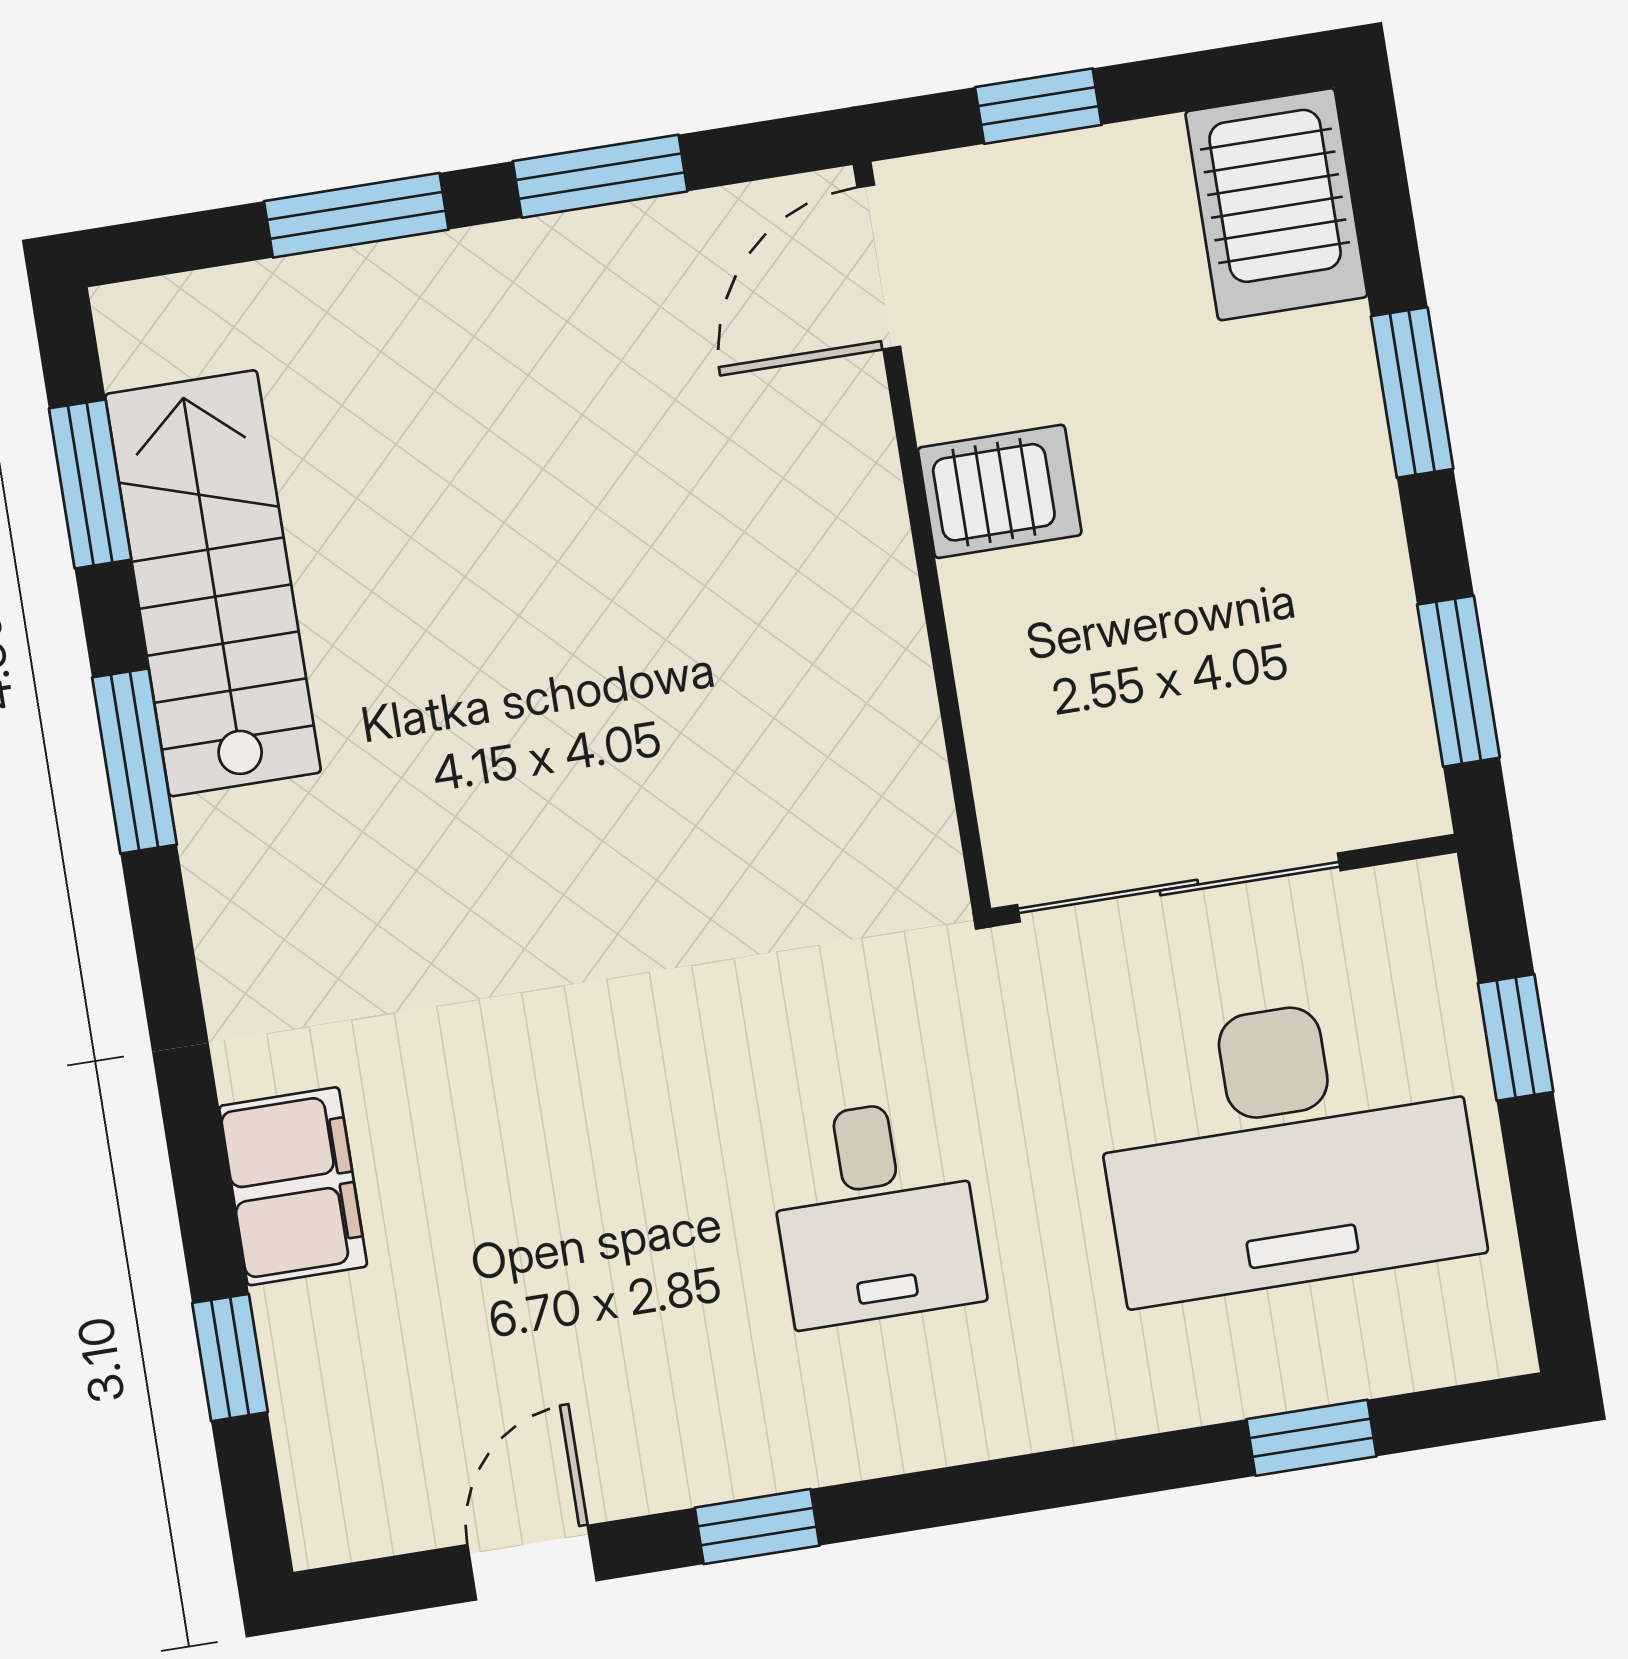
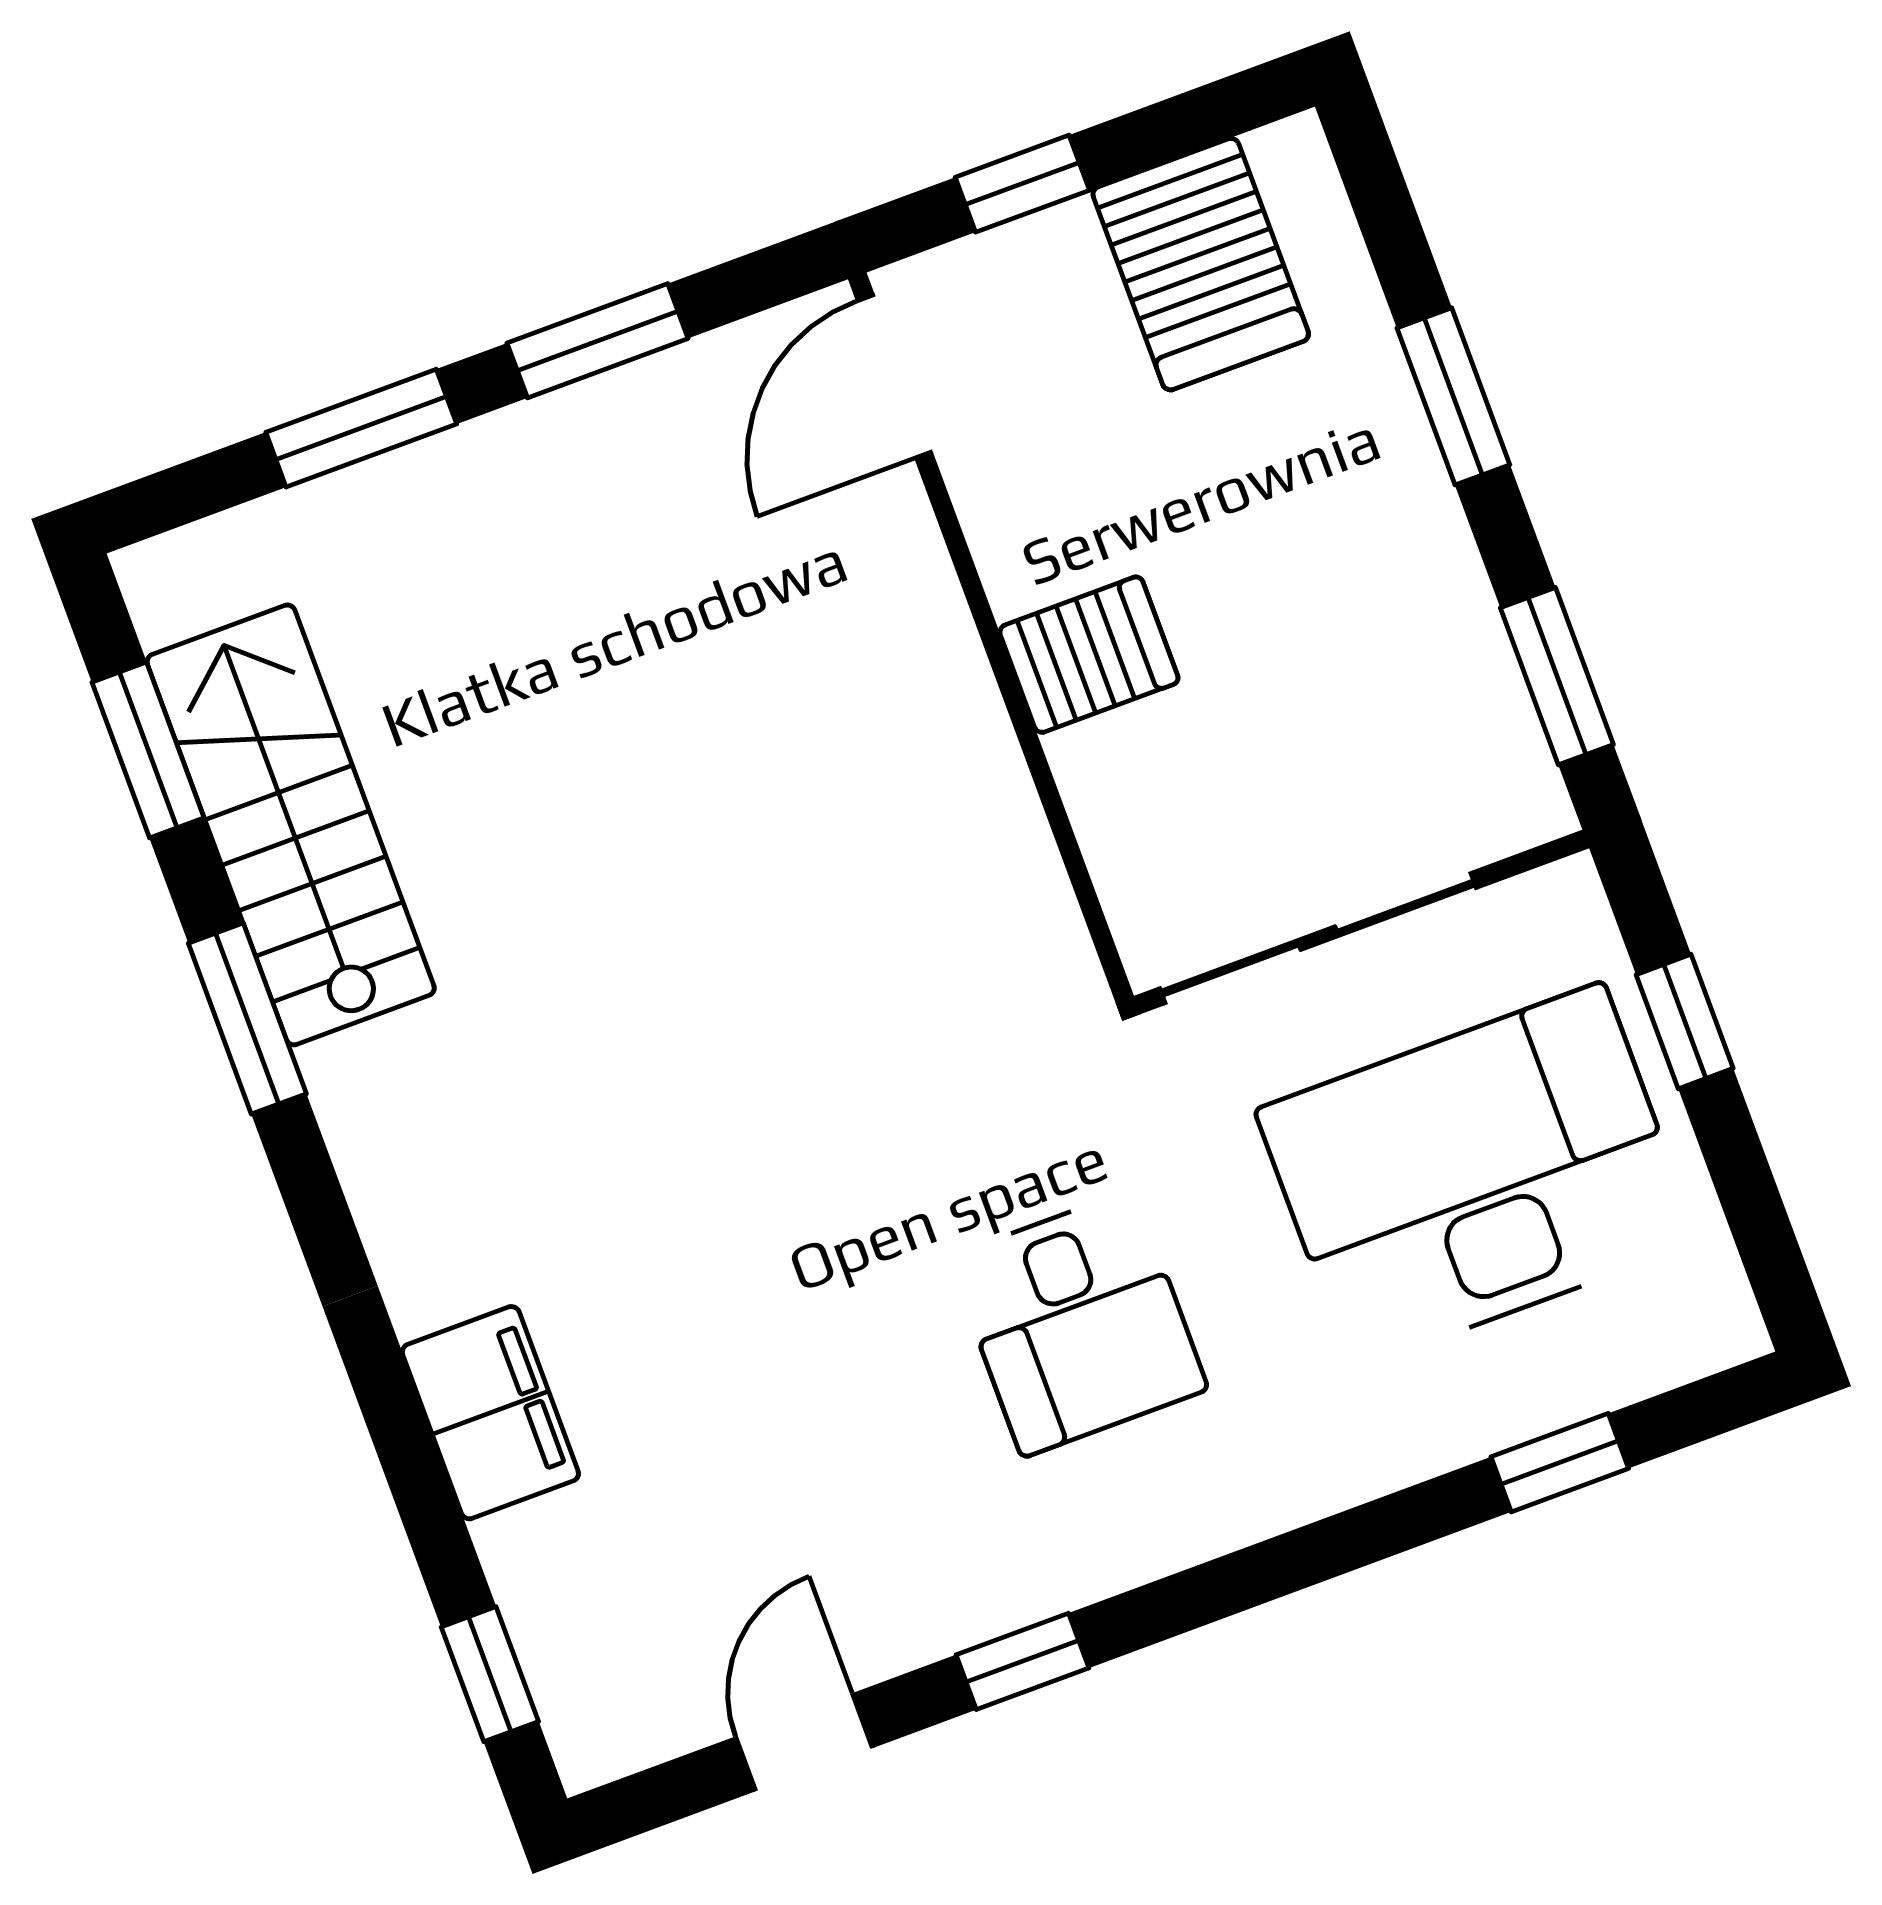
server rack: (1276, 204) -> (1201, 264), moved
server rack: (1000, 491) -> (1089, 655), moved
desk: (1287, 1146) -> (1477, 1176), turned 180
window: (230, 1358) -> (490, 1674), moved

